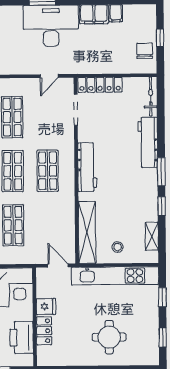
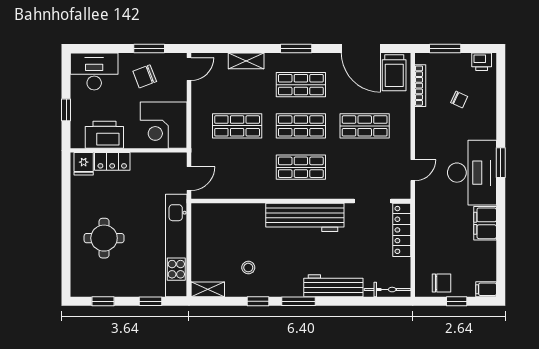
filing cabinet: (116, 13) -> (486, 289), moved
door: (49, 76) -> (413, 170), swing flipped
workbench: (87, 167) -> (305, 217), width x1.36, depth x1.32
shelving: (87, 232) -> (228, 213), removed
shelving: (152, 236) -> (208, 289), moved
stool: (118, 247) -> (248, 268), moved
fridge: (46, 307) -> (84, 164), moved

